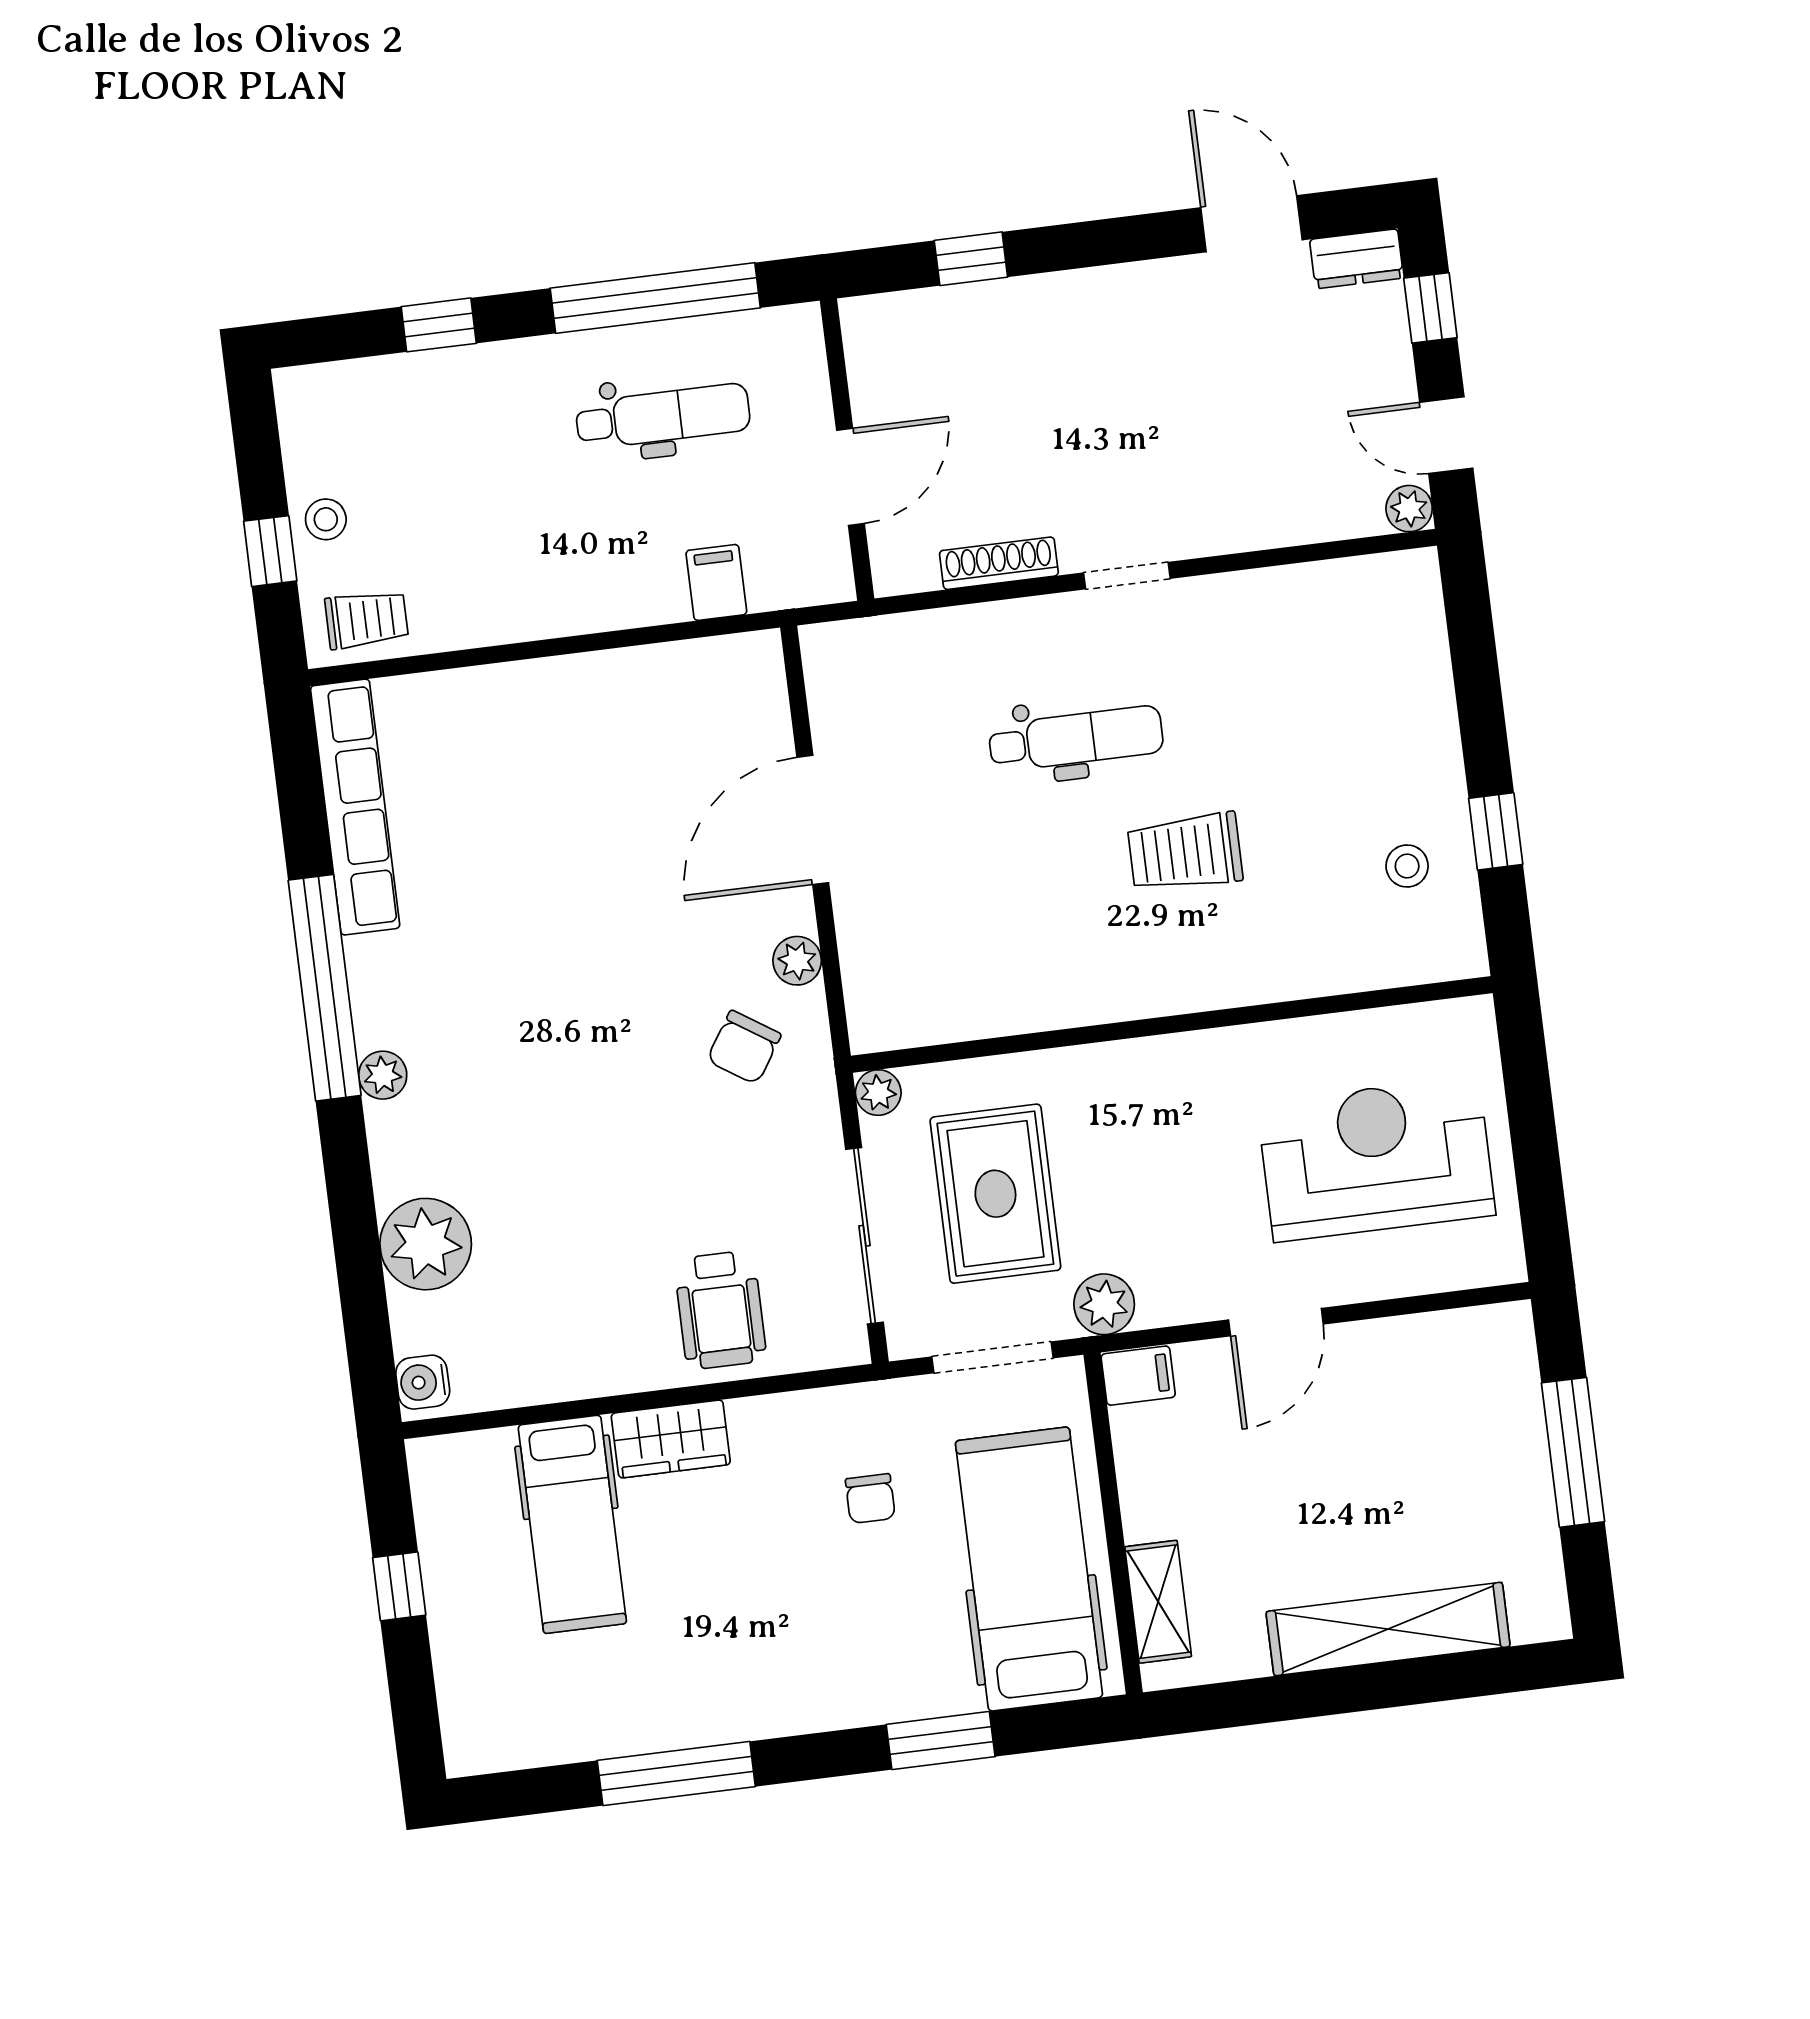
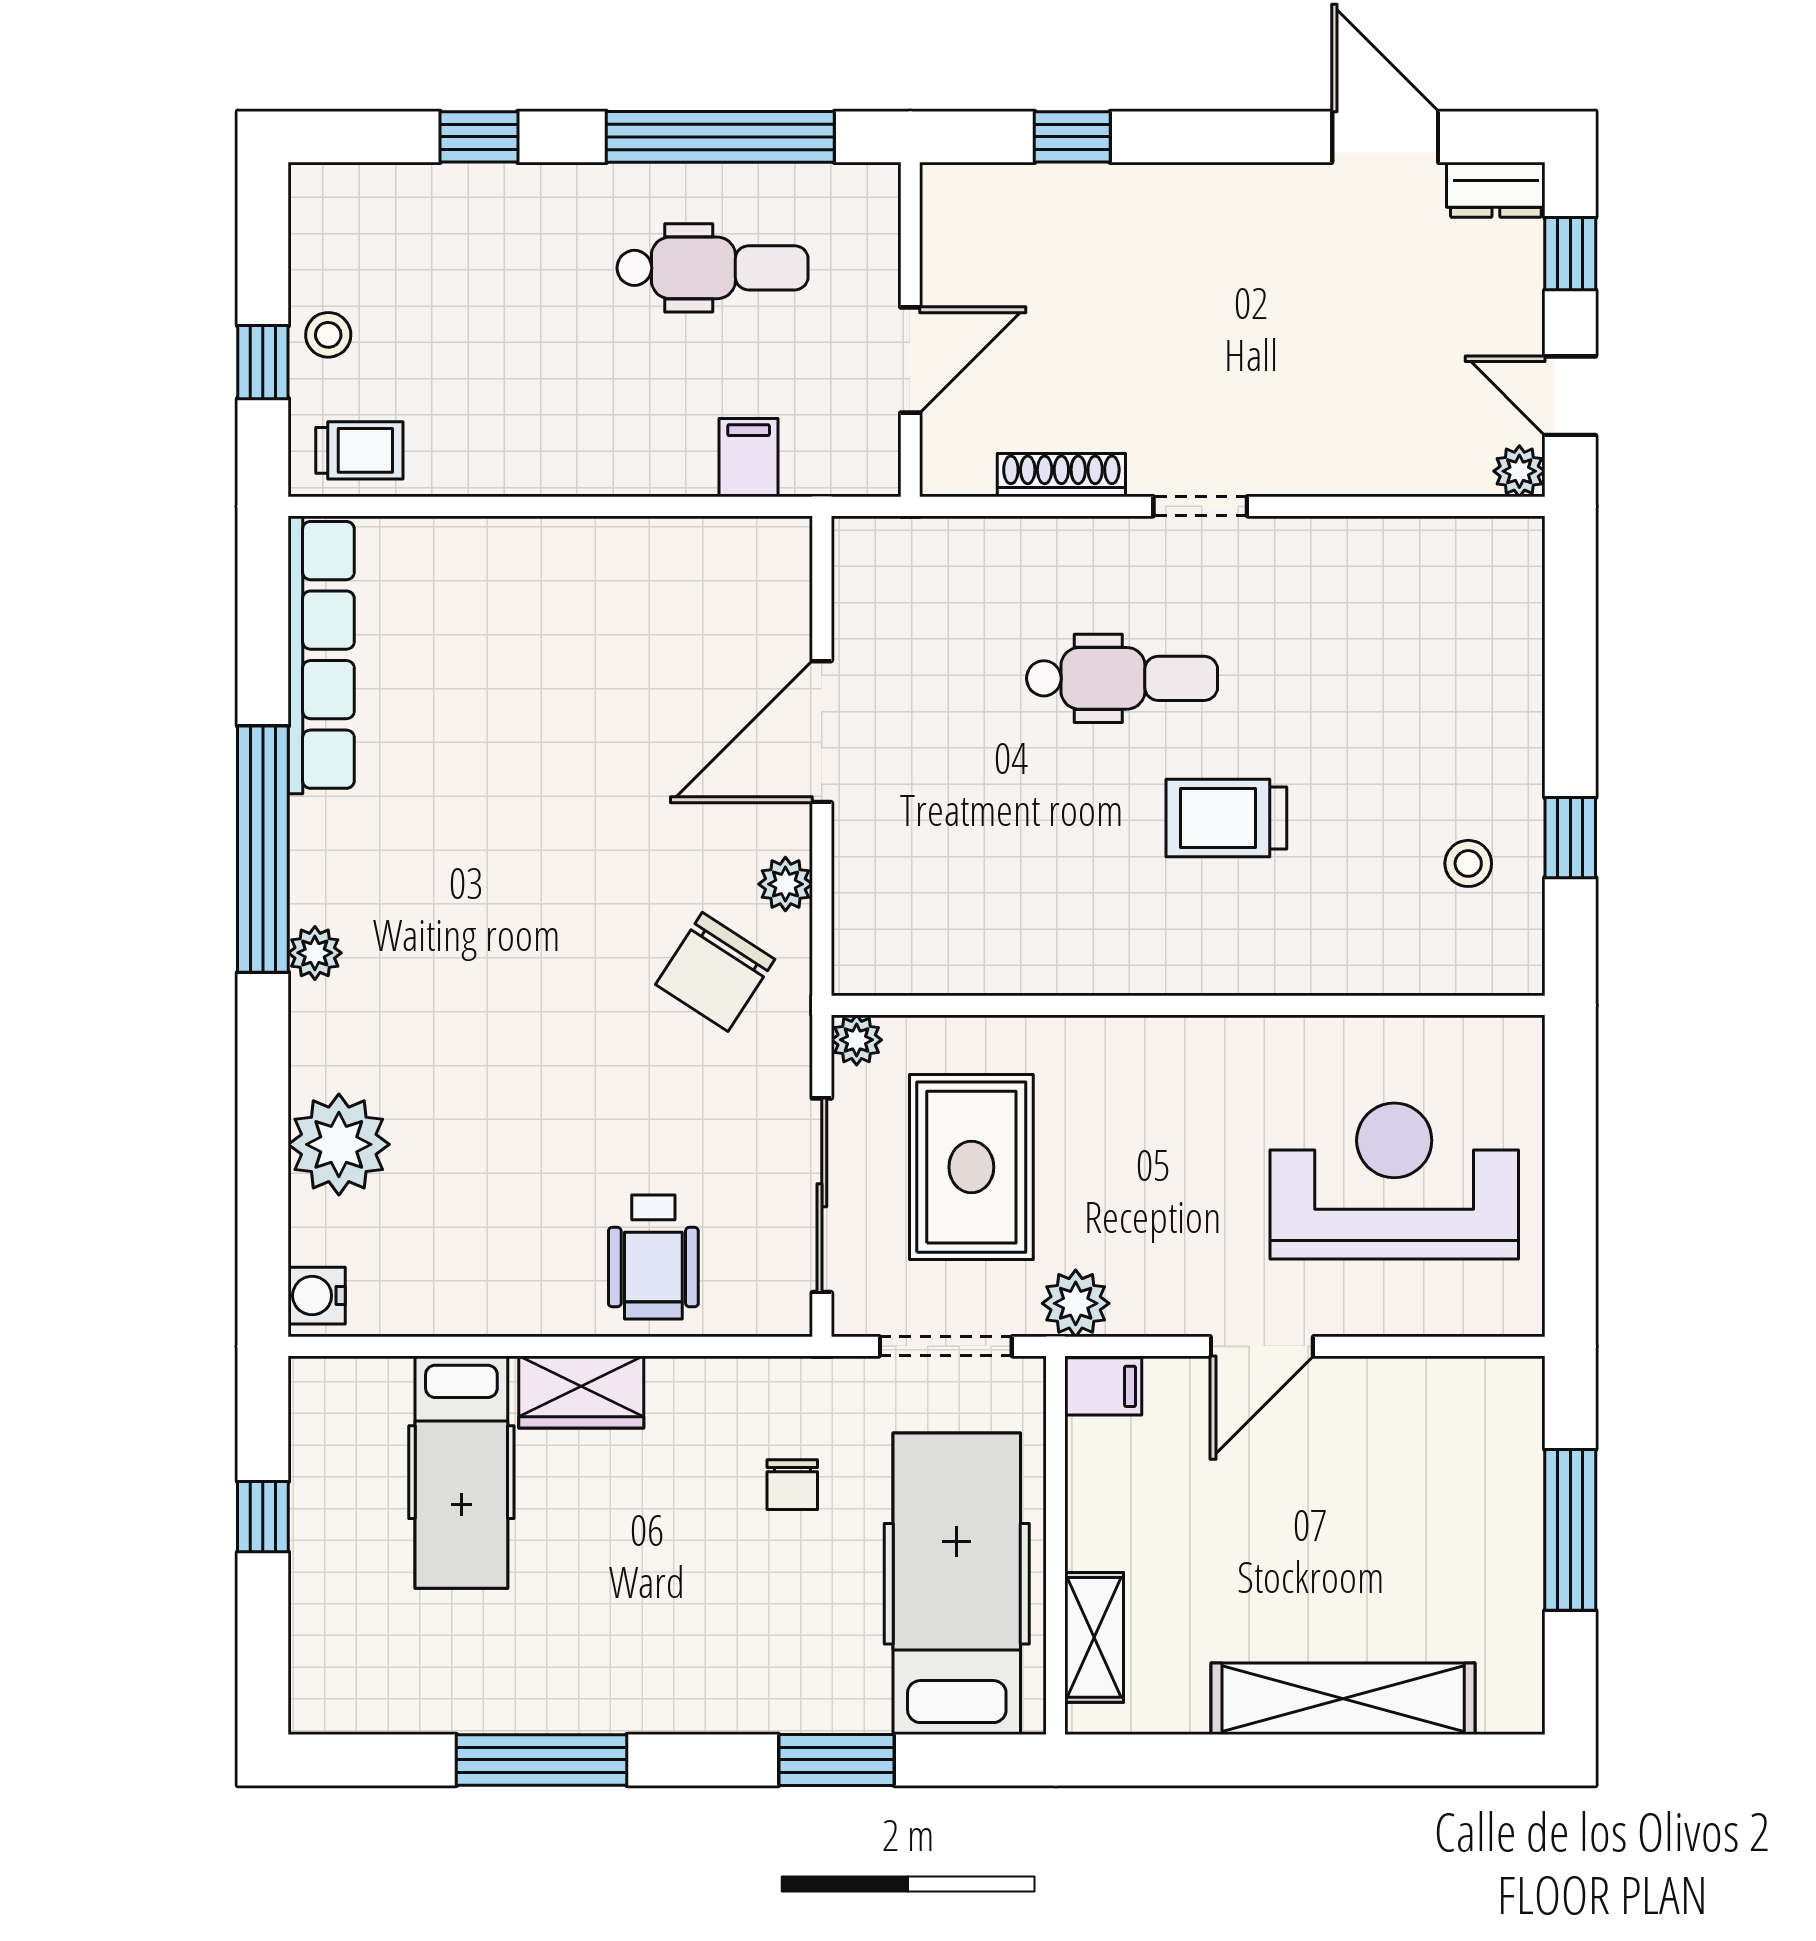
chair: (744, 1047) -> (715, 972), width x1.37, depth x1.37

